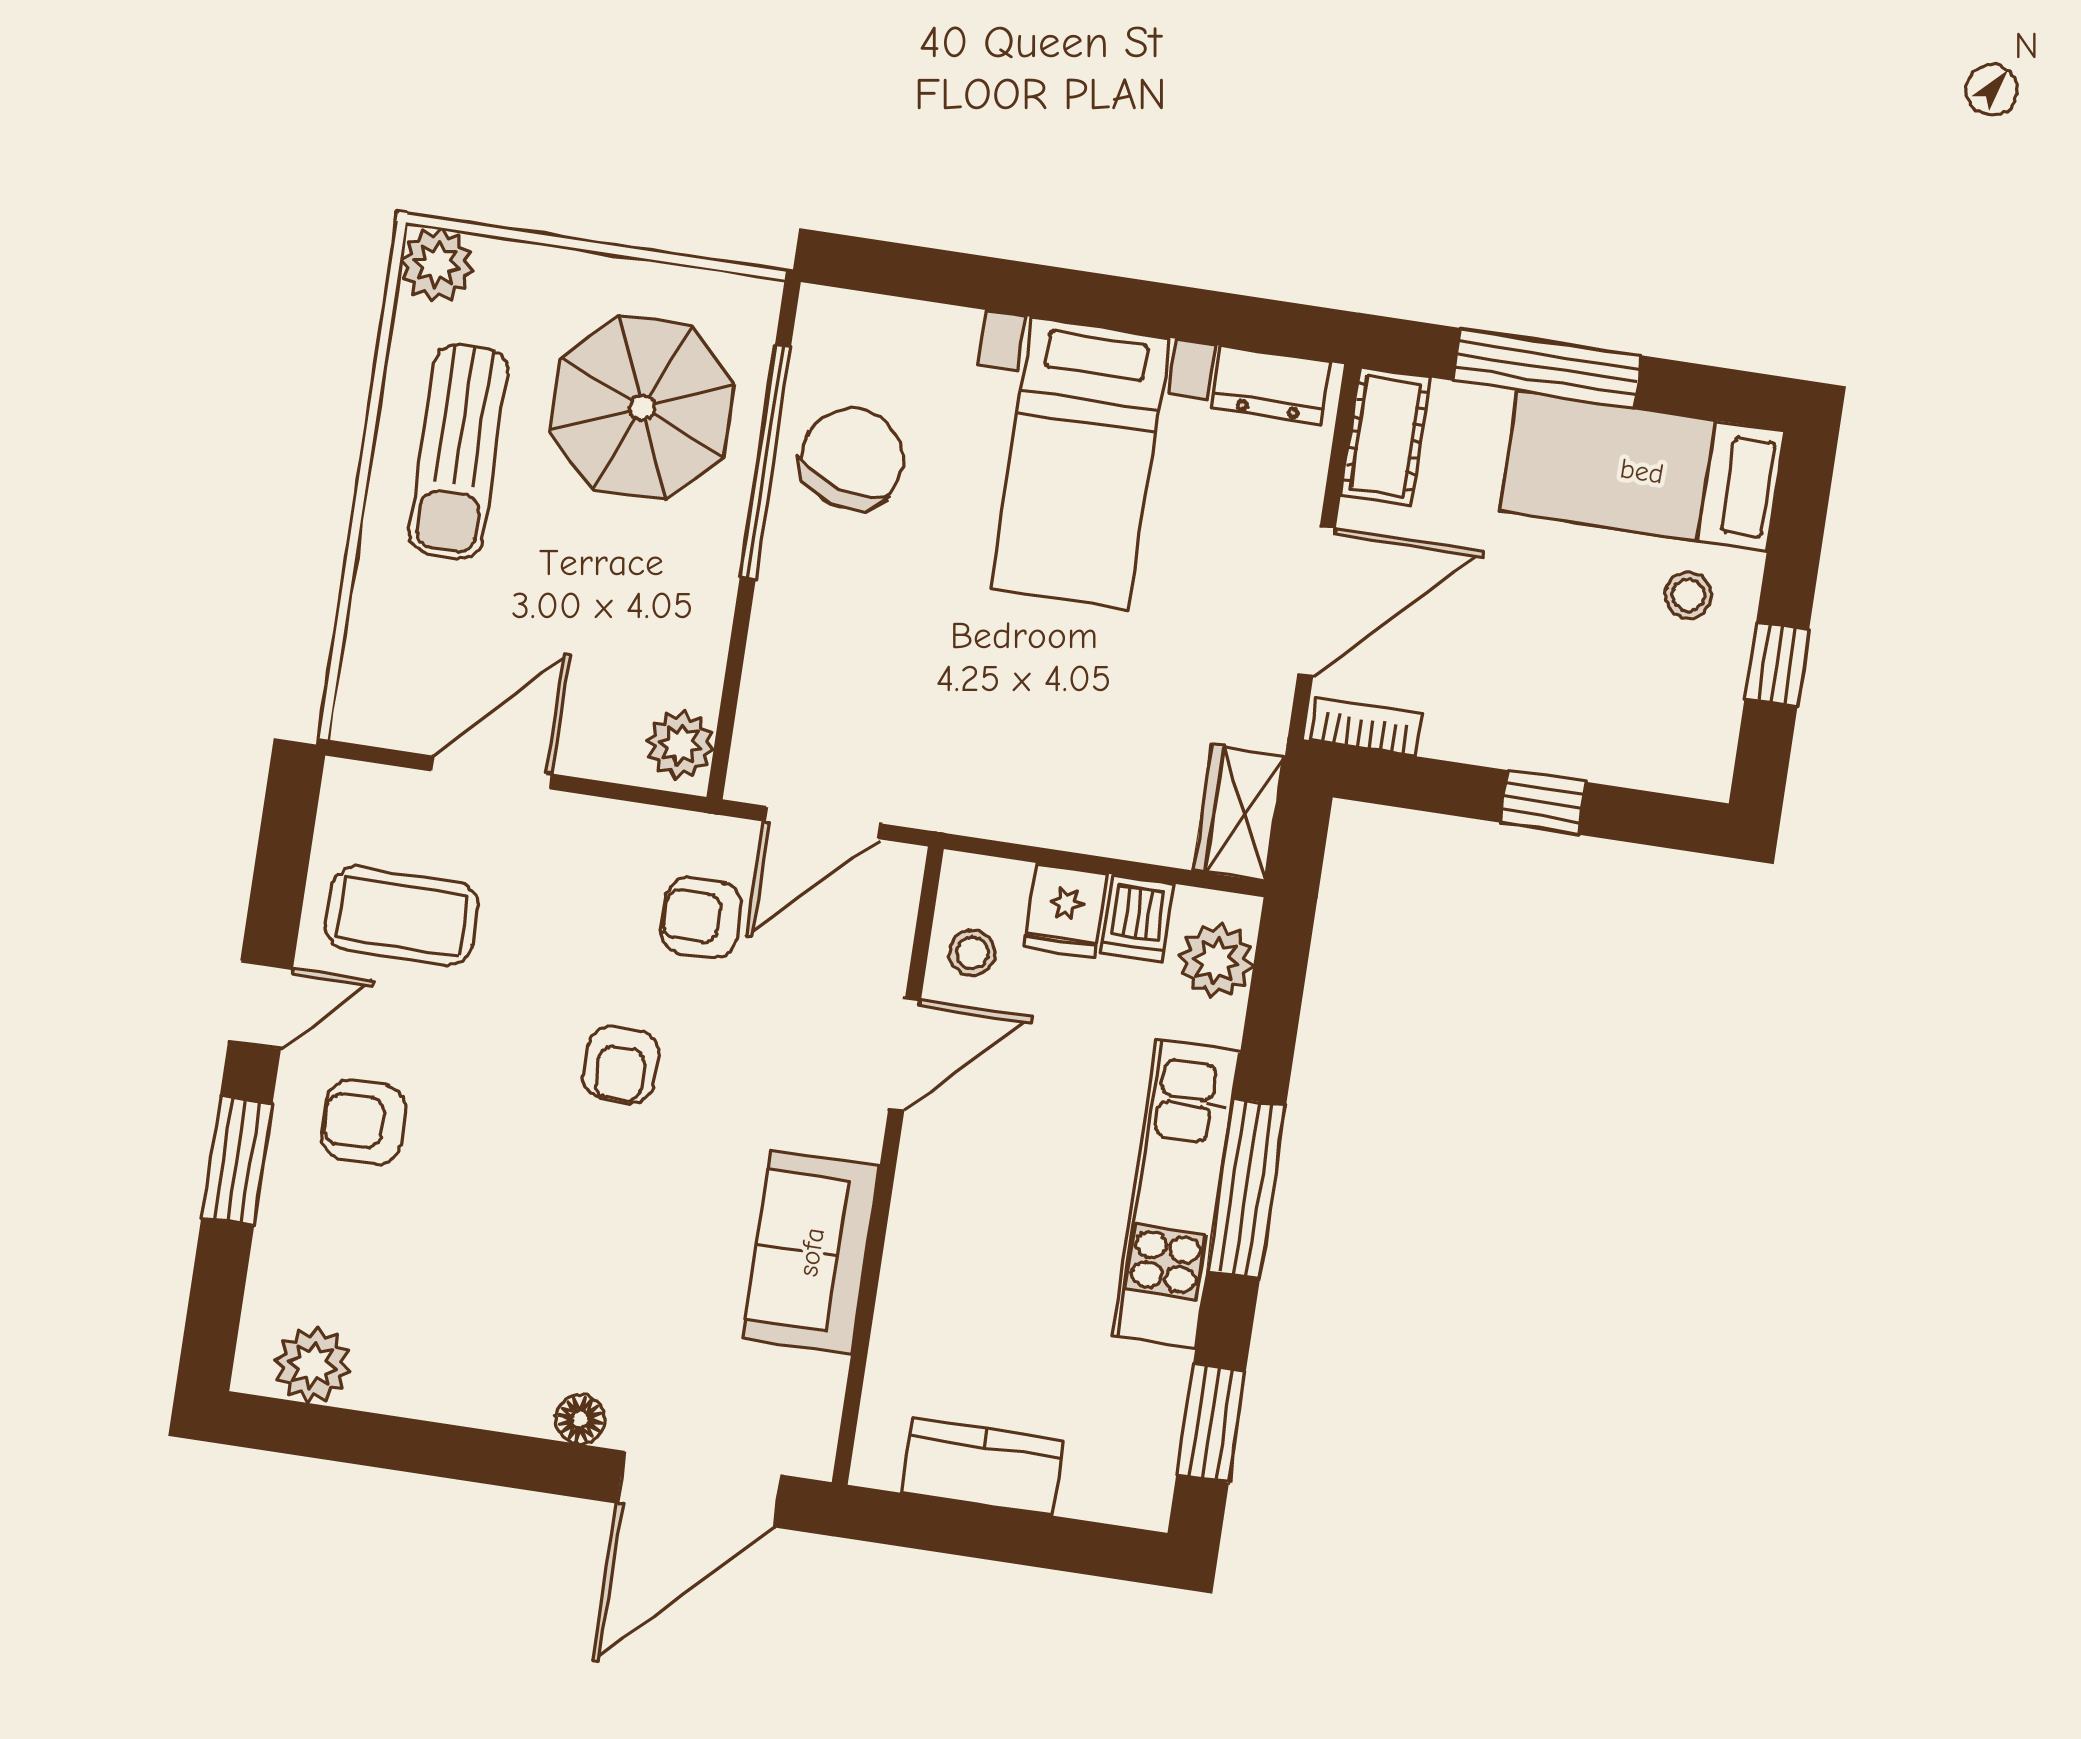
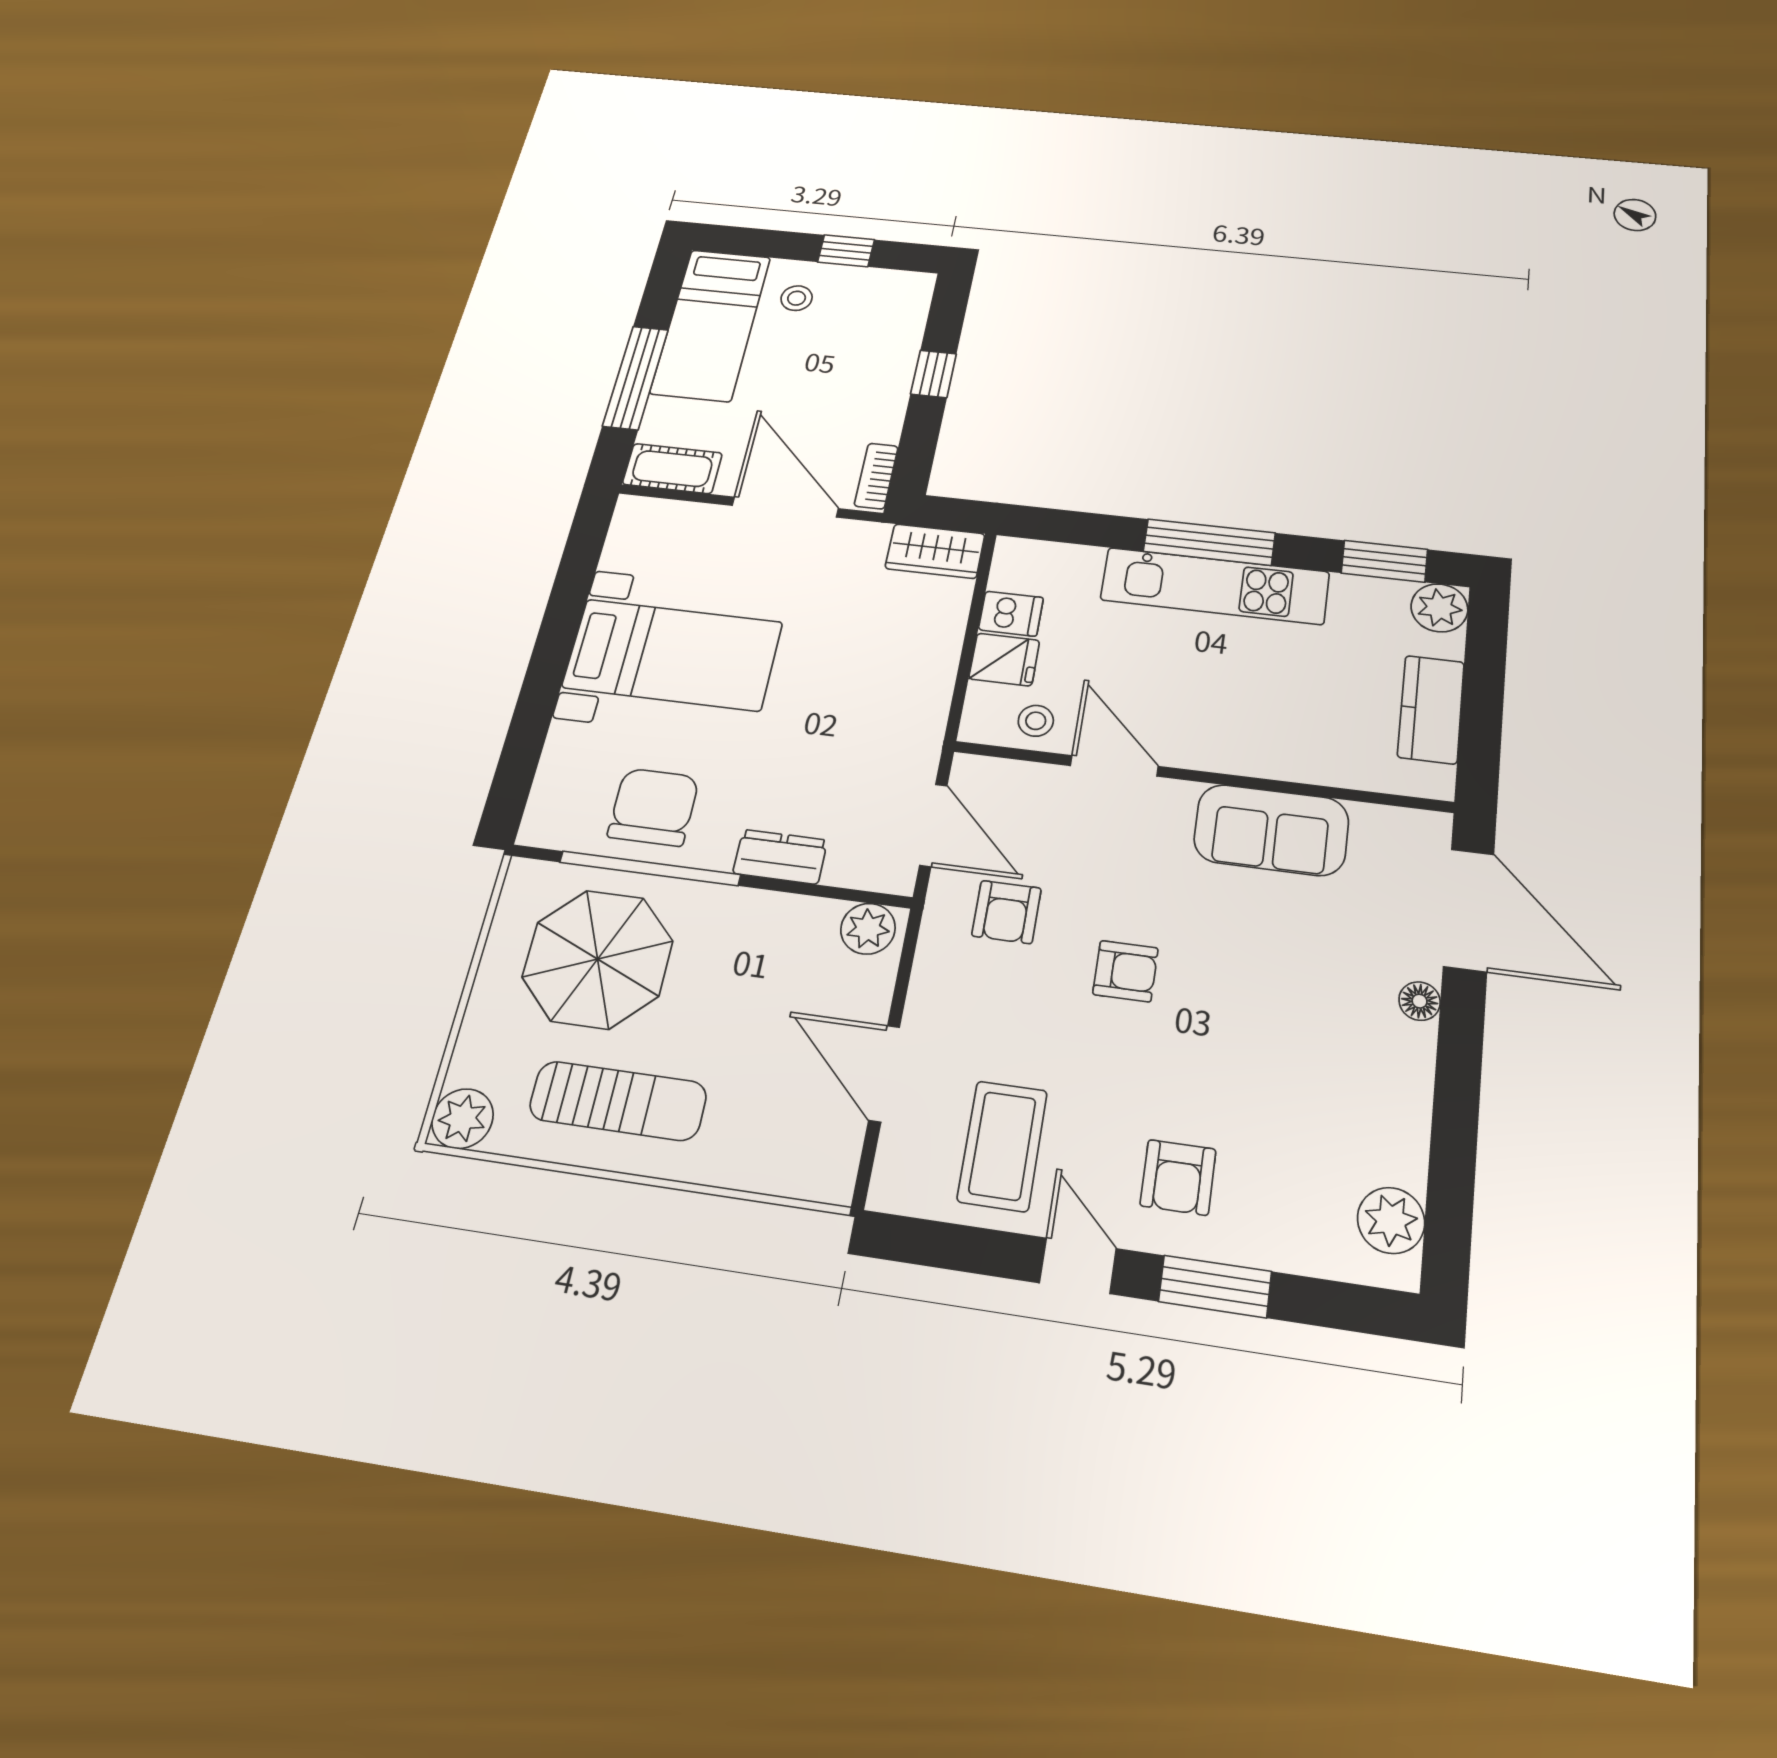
dresser: (1271, 385) -> (780, 857), moved, turned -90
chair: (852, 459) -> (654, 807), turned 73
plant: (1216, 961) -> (1439, 608), moved

